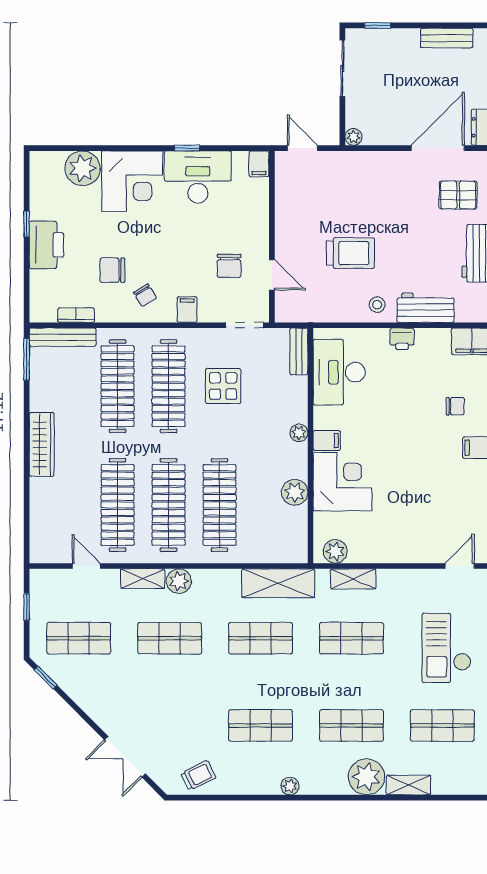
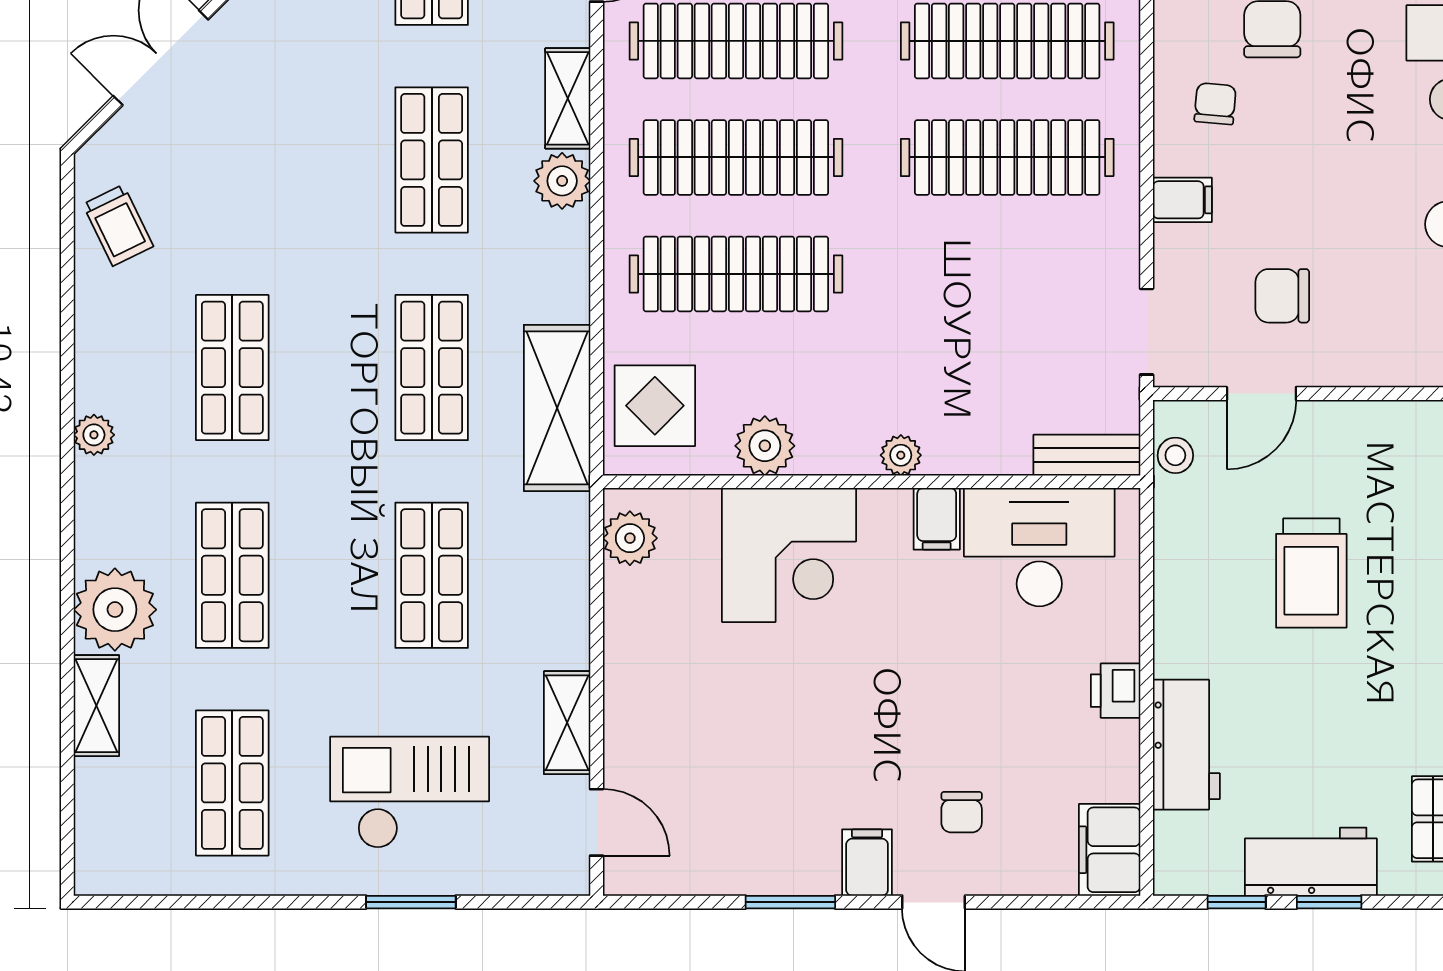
chair: (145, 295) -> (1215, 104), turned 126
stool: (377, 305) -> (1175, 455), moved
display table: (223, 386) -> (655, 406), moved
filing cabinet: (327, 440) -> (937, 519), moved
shelving: (353, 579) -> (567, 723), moved

